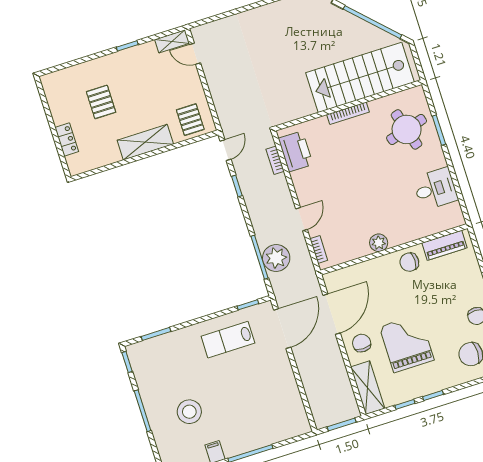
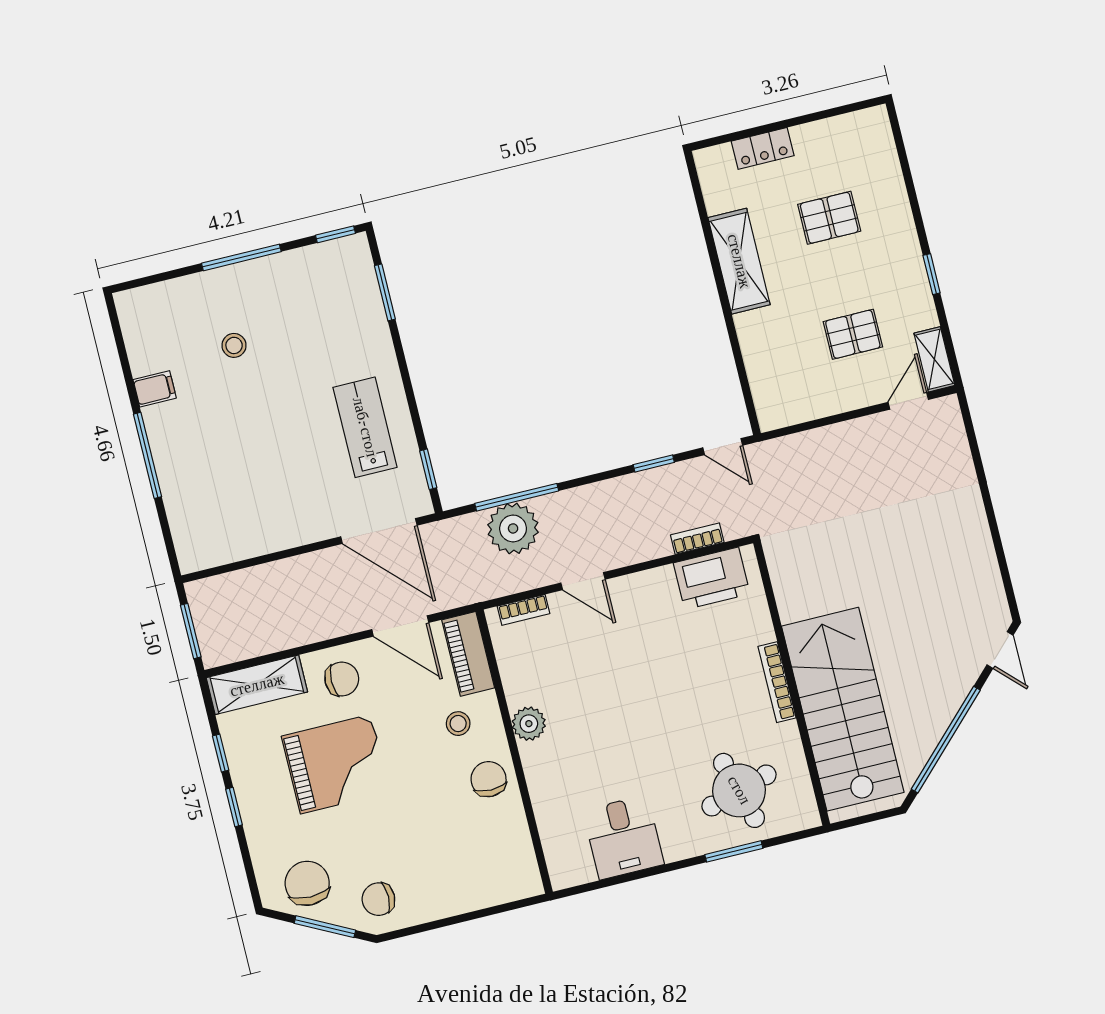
pallet: (190, 120) -> (853, 334), moved
shelving: (145, 142) -> (739, 261), moved
piano: (444, 245) -> (468, 654), moved
stool: (381, 280) -> (458, 724), added
door: (332, 314) -> (400, 626), width x0.73
stool: (189, 412) -> (234, 345), width x0.53, depth x0.53

